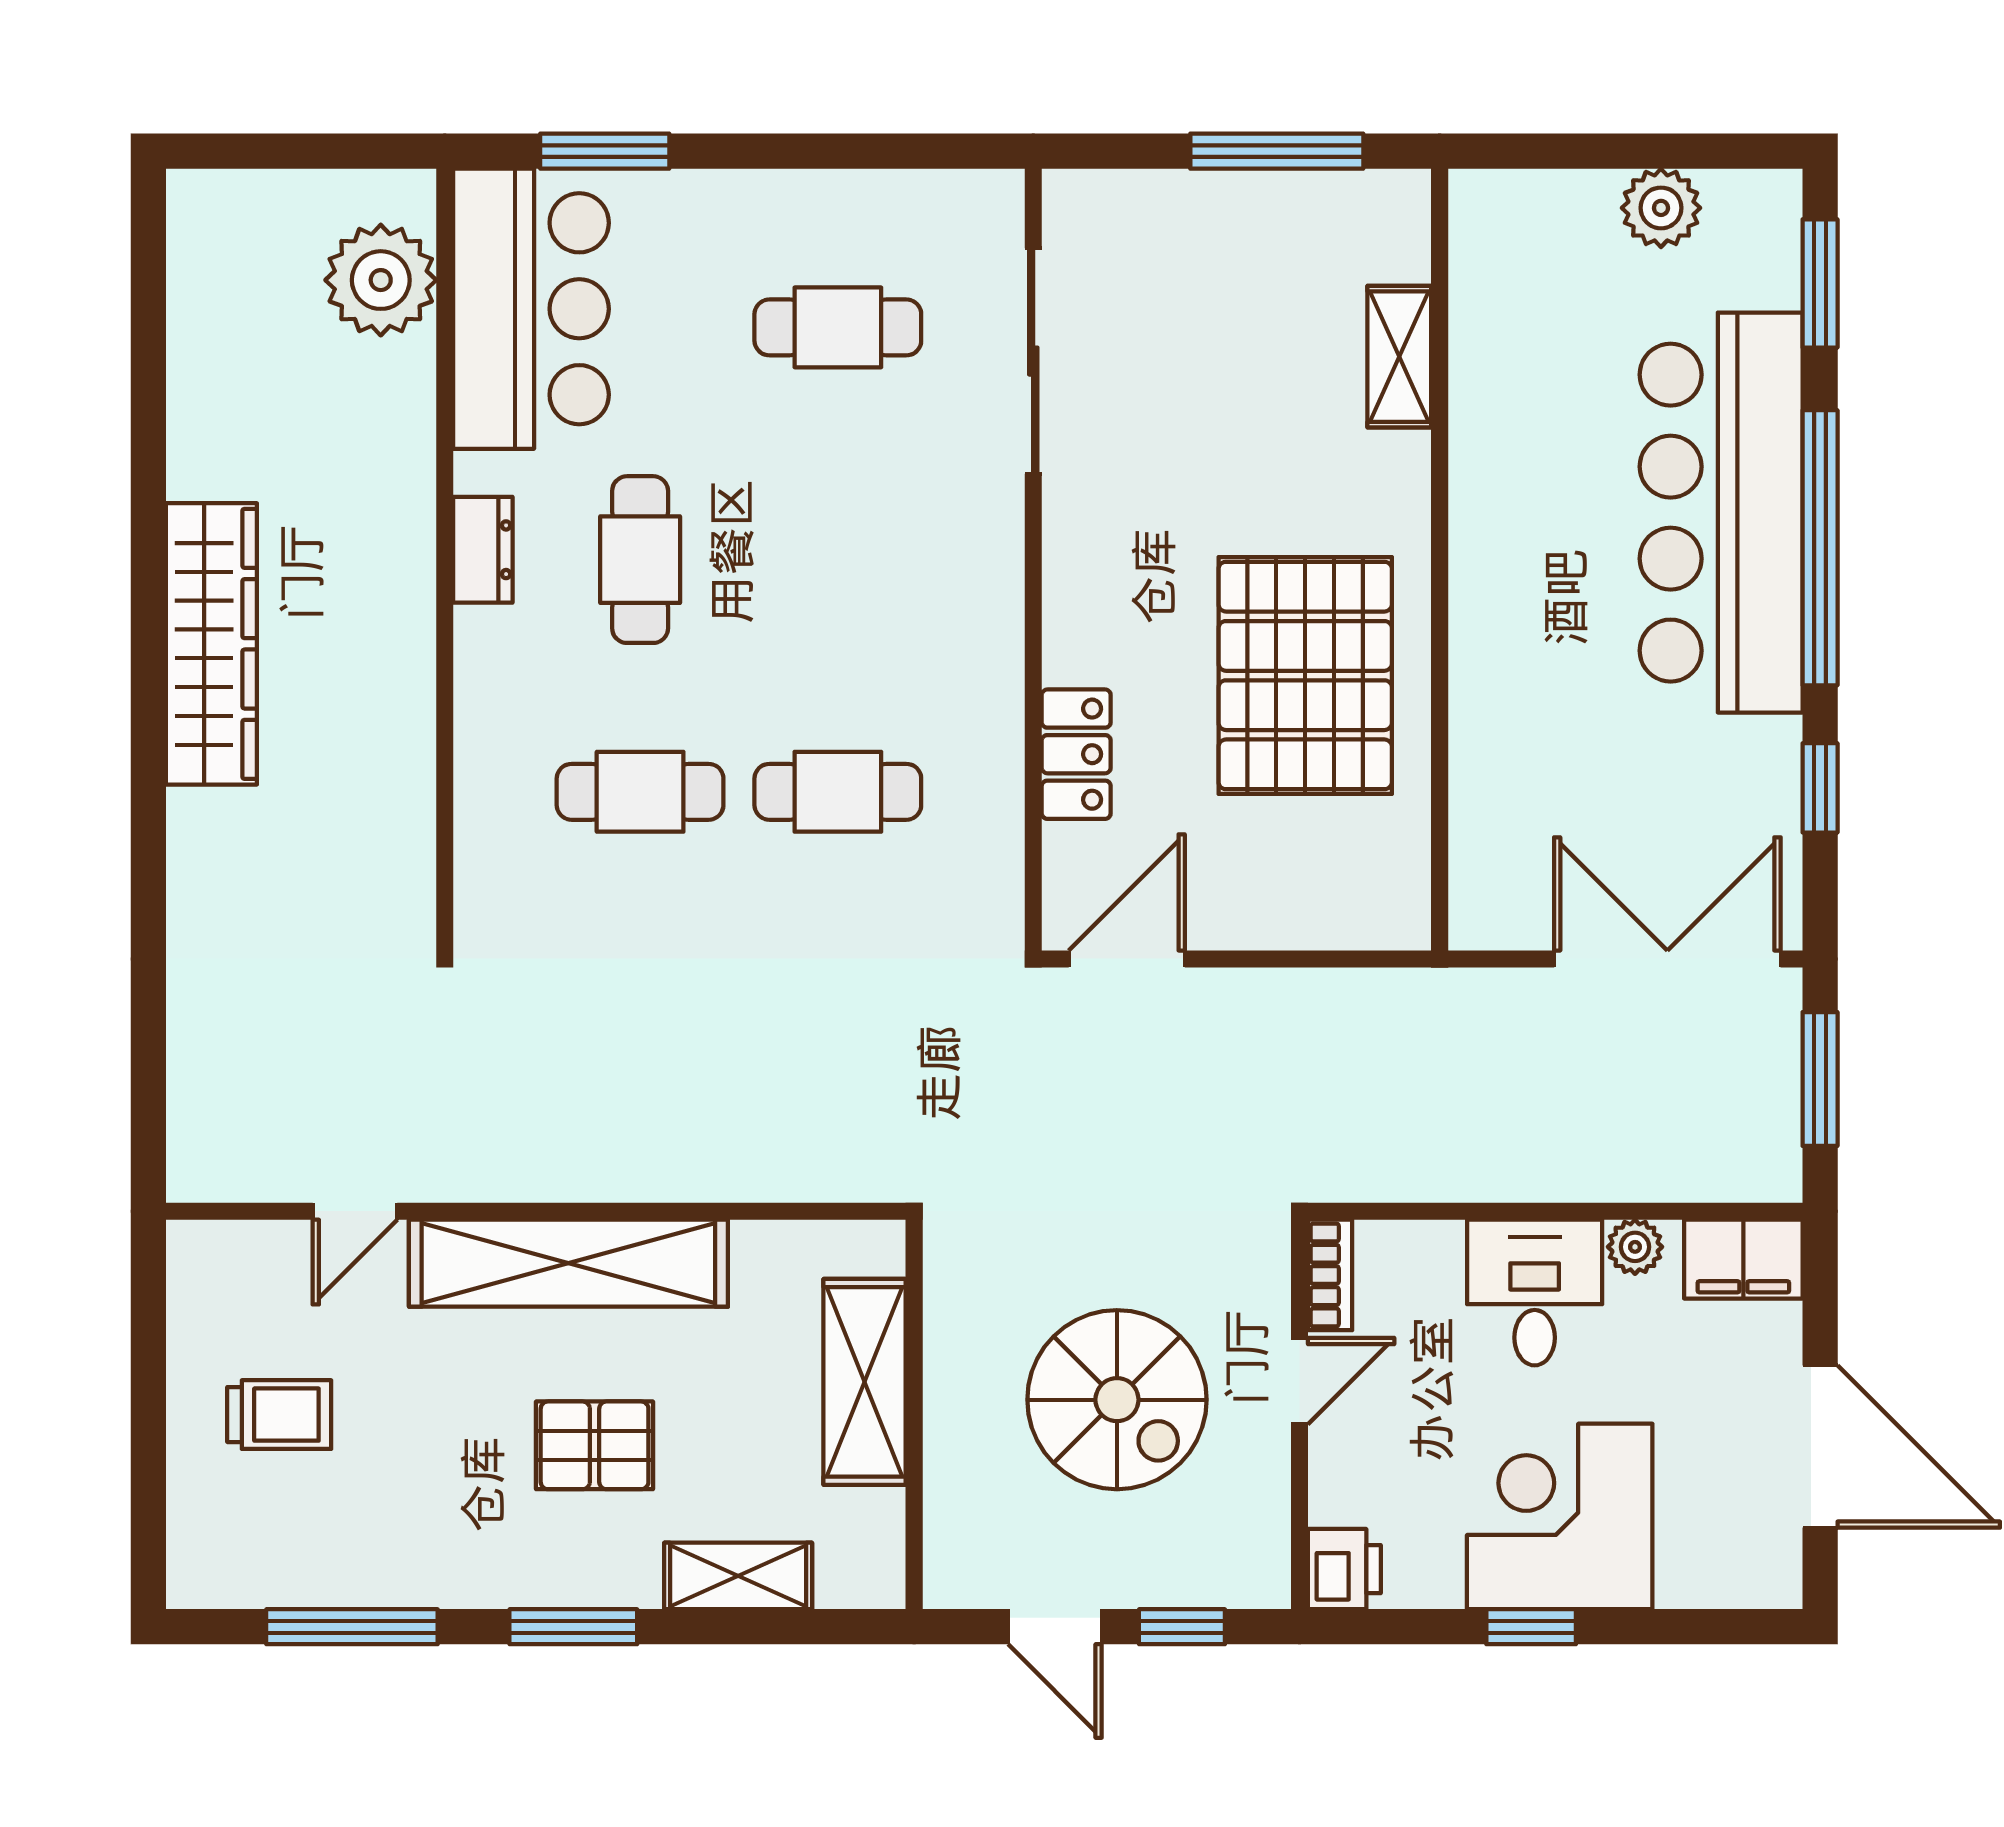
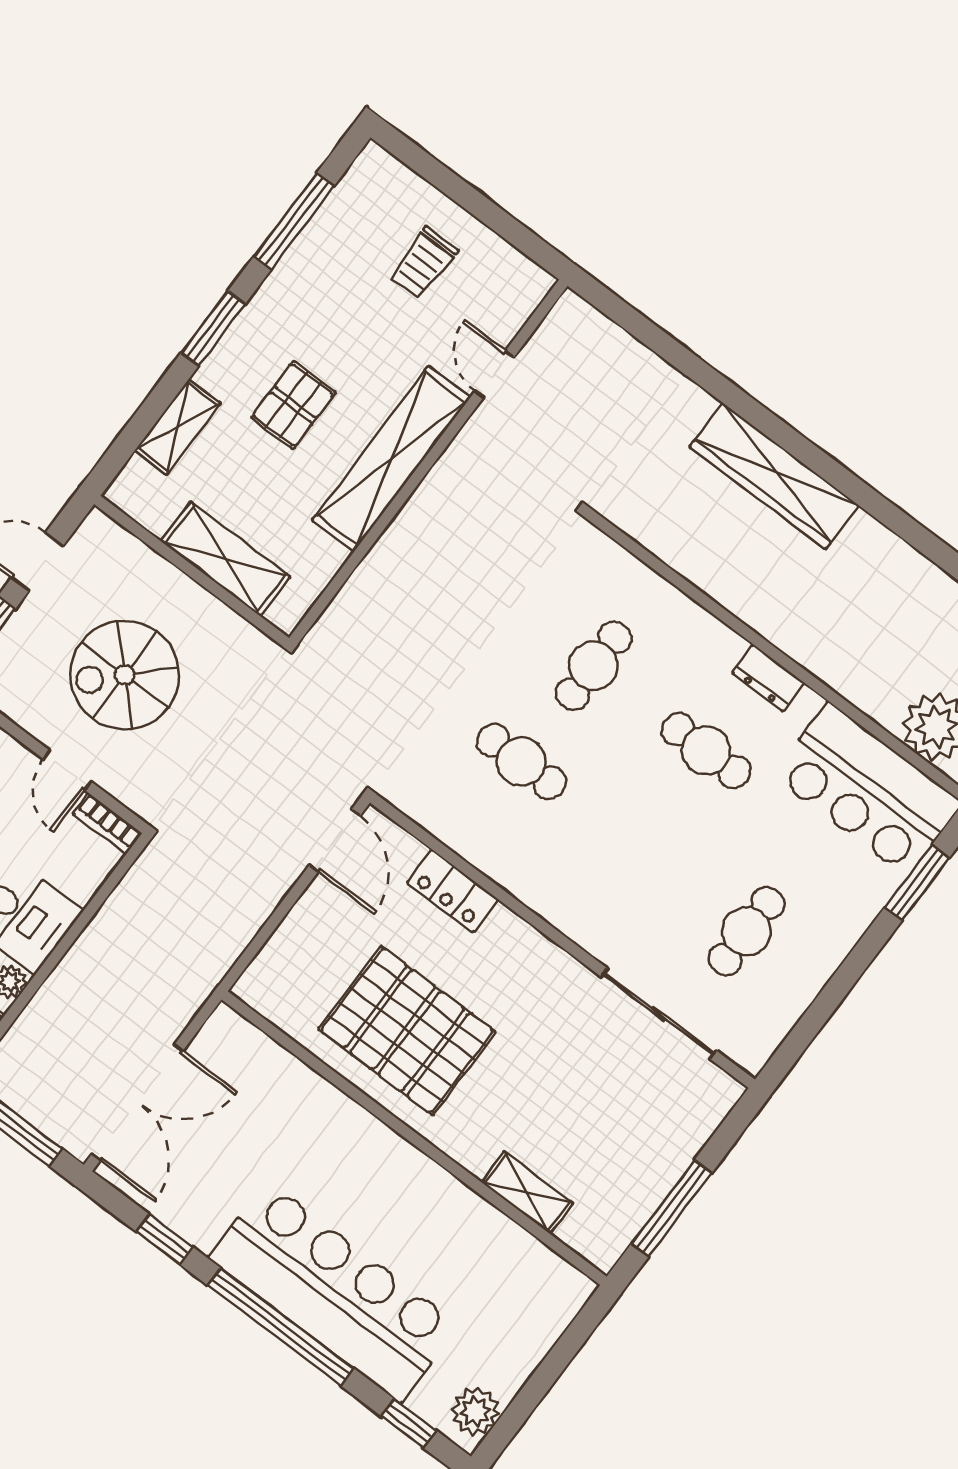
plant: (1661, 208) -> (475, 1411), moved
window: (1820, 283) -> (409, 1423), width x0.67
wardrobe: (211, 644) -> (774, 476), moved
cafe table: (838, 792) -> (521, 762), turned 90

